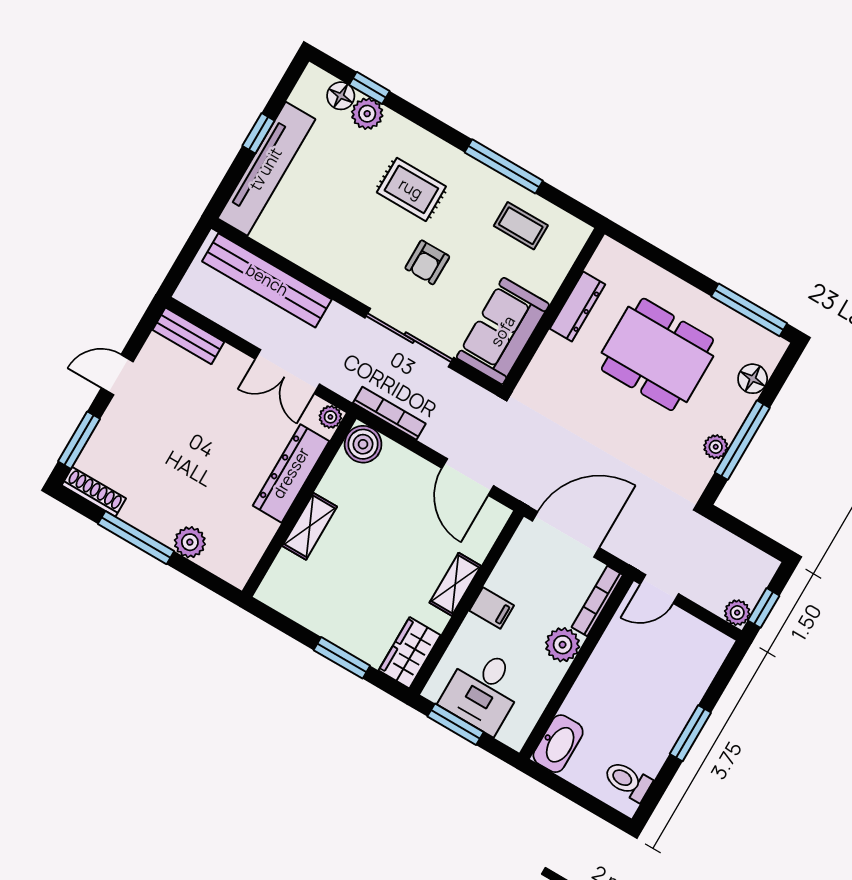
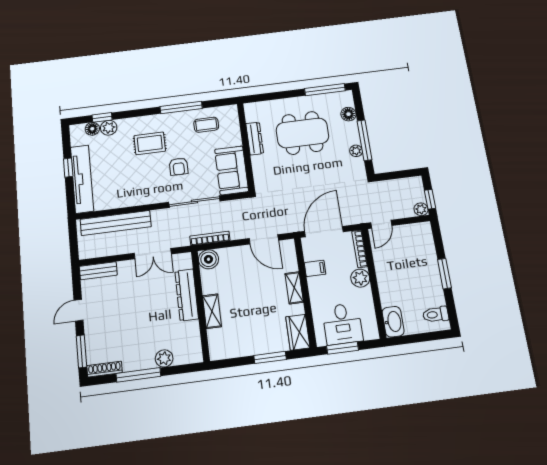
plant: (330, 417) -> (186, 259), removed
filing cabinet: (492, 608) -> (315, 268), moved

